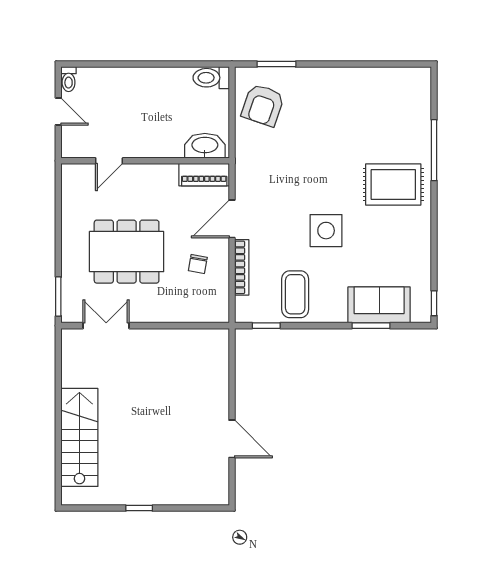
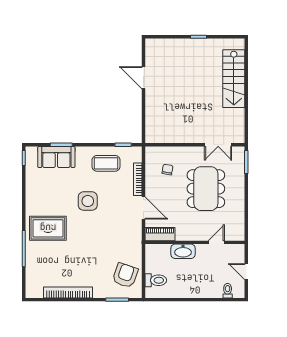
bookcase: (359, 76) -> (68, 293), added
toilet: (211, 78) -> (156, 280), moved
toilet: (69, 79) -> (228, 291), moved
washbasin: (205, 146) -> (183, 251), moved
door: (232, 219) -> (143, 208), hinge flipped
dining table: (127, 252) -> (206, 189), turned 90
chair: (198, 264) -> (167, 170), moved
coffee table: (295, 294) -> (106, 163), turned 90

